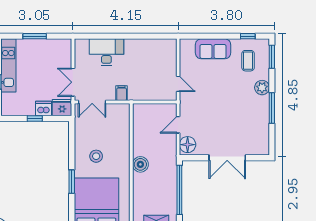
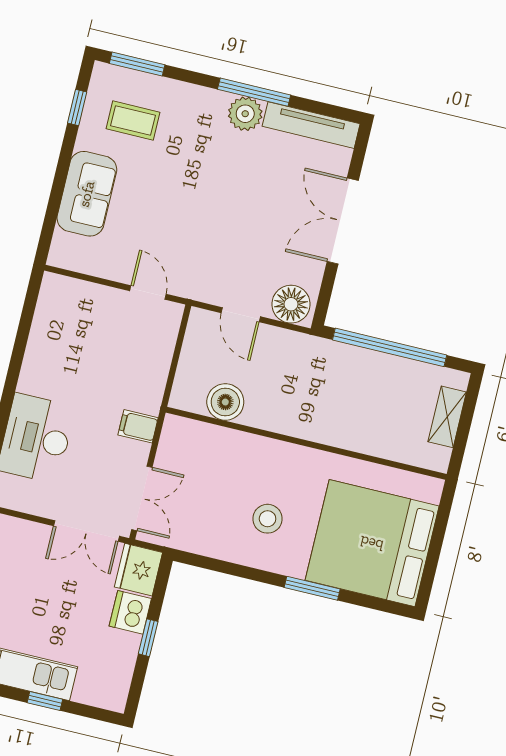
door: (178, 84) -> (148, 292), hinge flipped
plant: (262, 88) -> (245, 114), moved
tv unit: (264, 135) -> (311, 125), added
double door: (227, 158) -> (343, 221), swing flipped
boiler: (140, 164) -> (225, 402), moved

